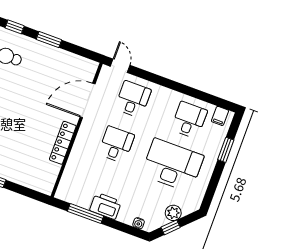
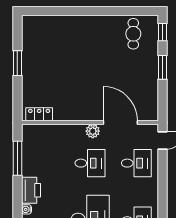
plant: (86, 130) -> (93, 131), added
locker: (63, 143) -> (39, 114), moved, width x0.66
printer: (106, 206) -> (31, 190), moved

